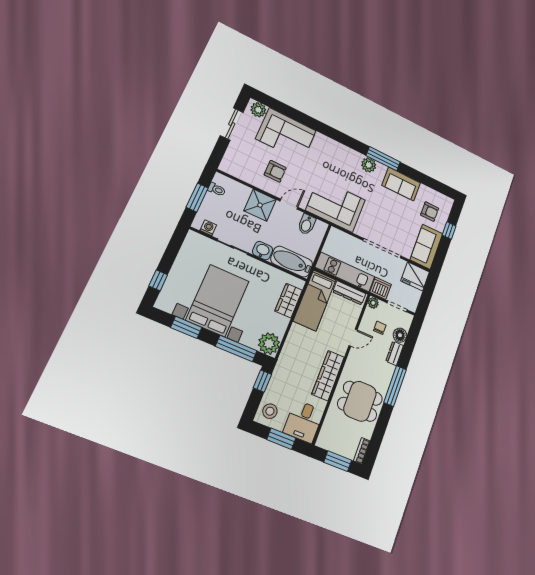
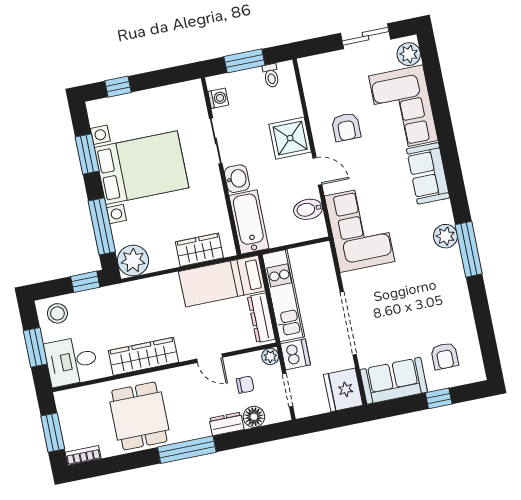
sofa: (401, 184) -> (428, 173), moved

